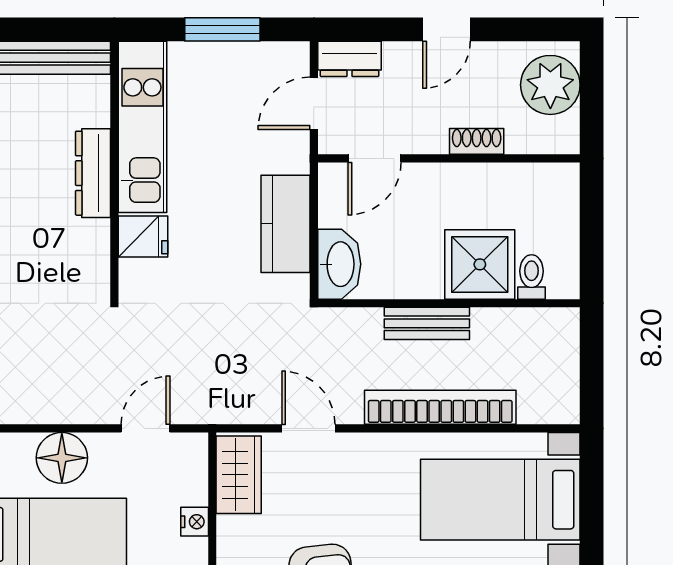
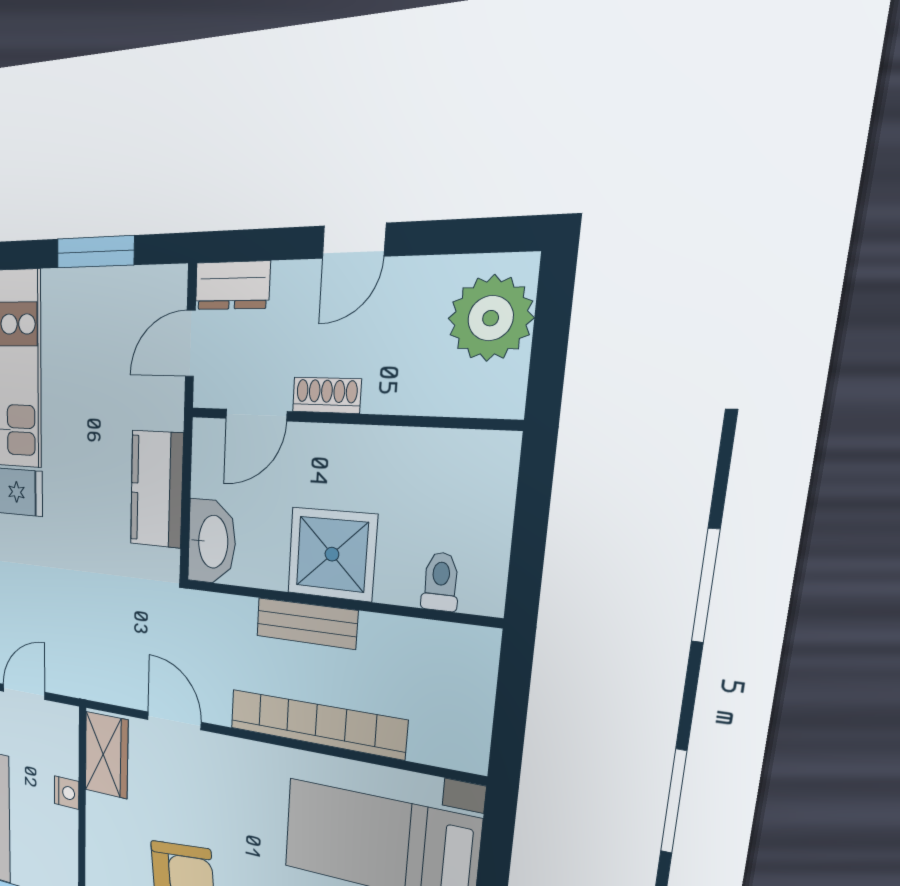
shoe rack: (477, 141) -> (327, 395), moved
shower: (480, 264) -> (332, 554), moved

